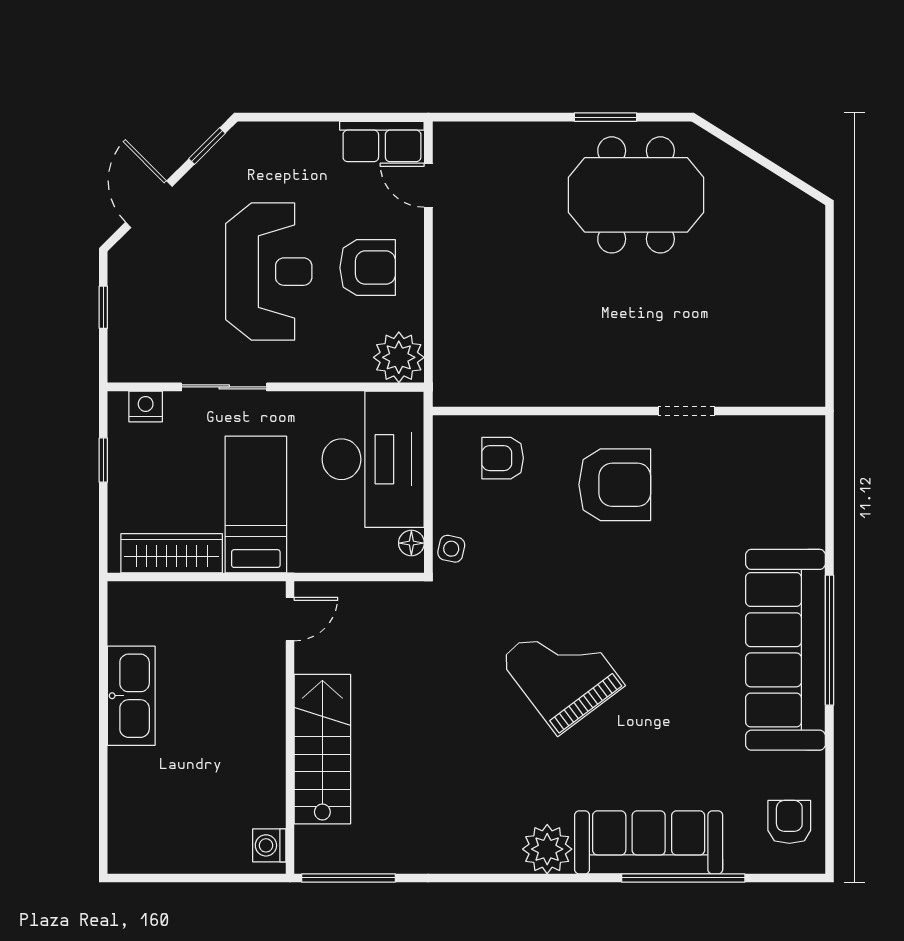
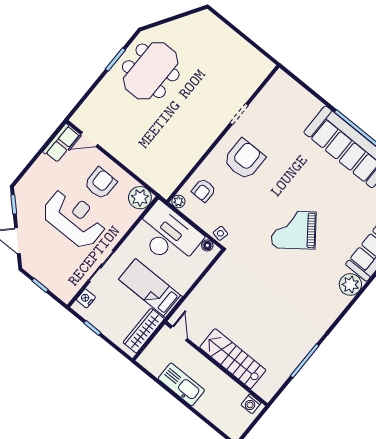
plant: (447, 430) -> (178, 201), added
door: (290, 619) -> (179, 333), moved
wall: (290, 728) -> (216, 364), moved
stairs: (322, 749) -> (233, 359), moved
washing machine: (269, 845) -> (251, 404), moved

